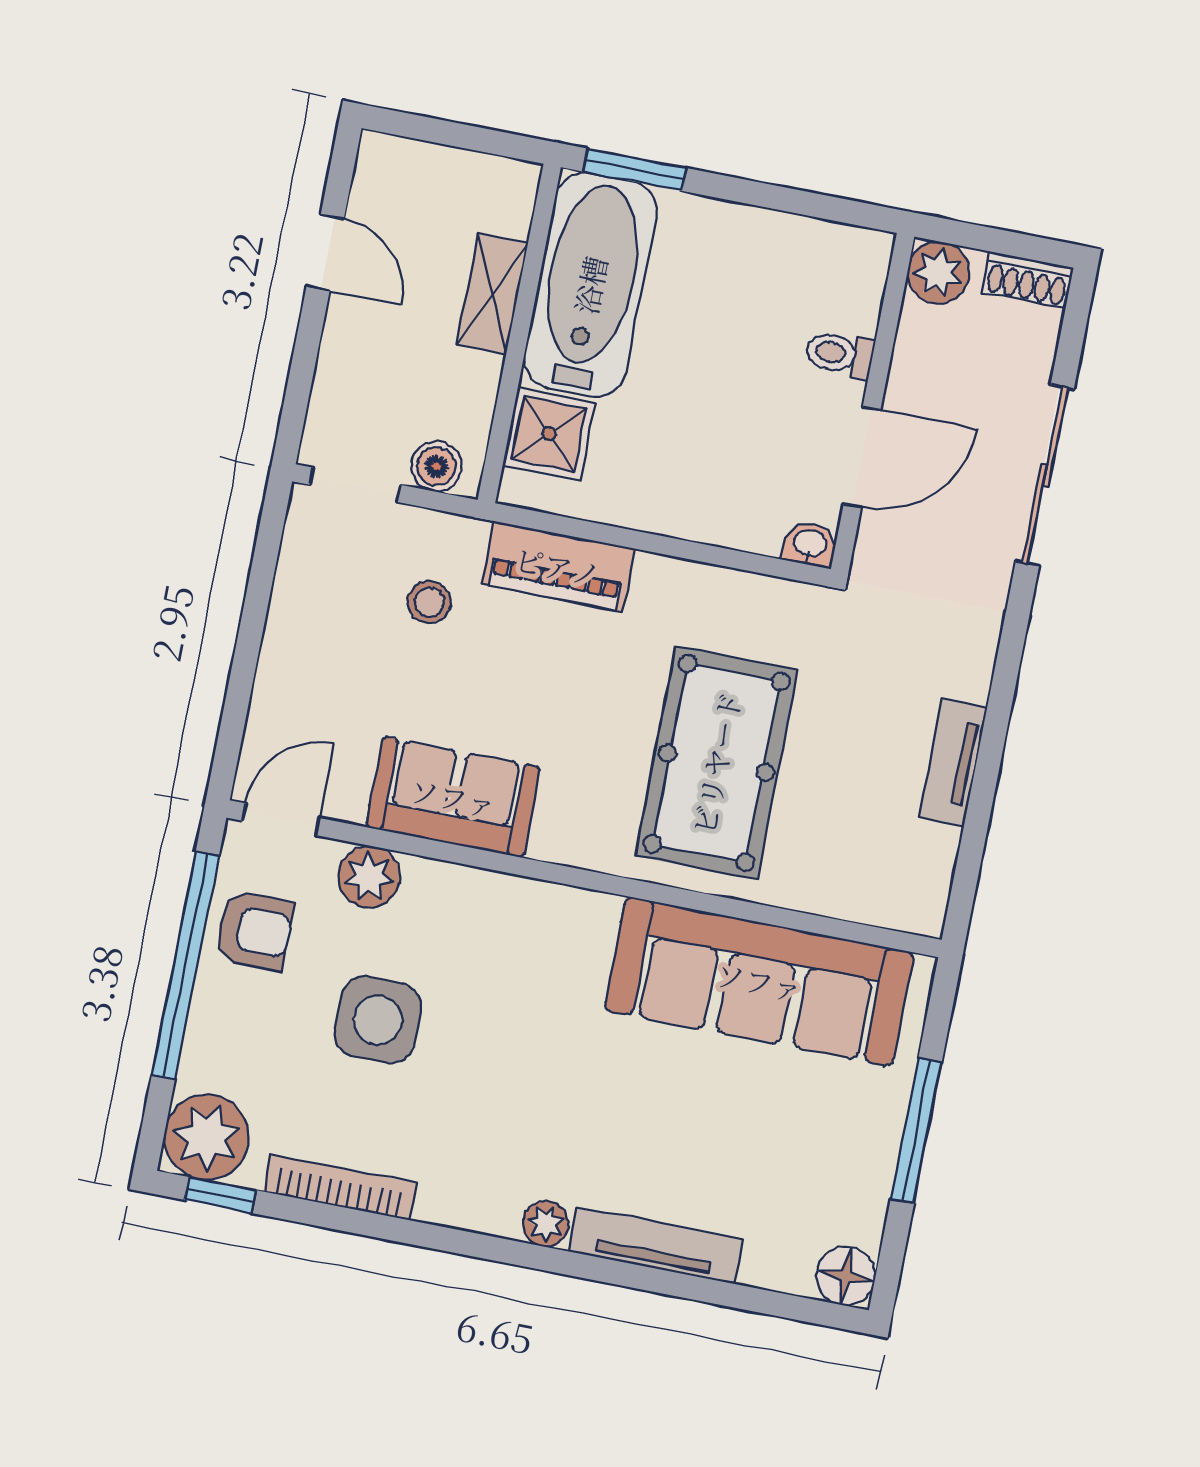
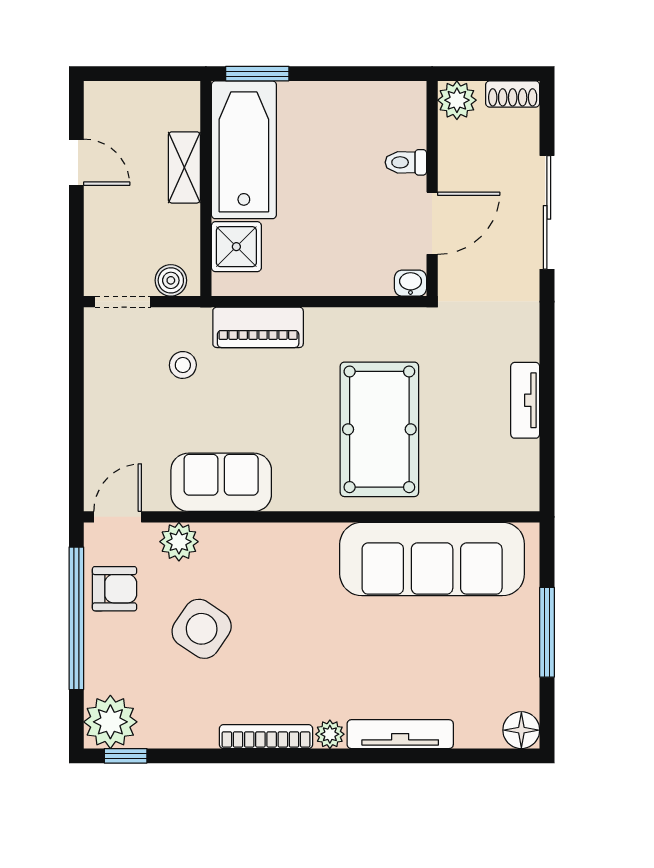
side table: (378, 1020) -> (202, 629), turned 34
bookcase: (340, 1187) -> (266, 737), moved

